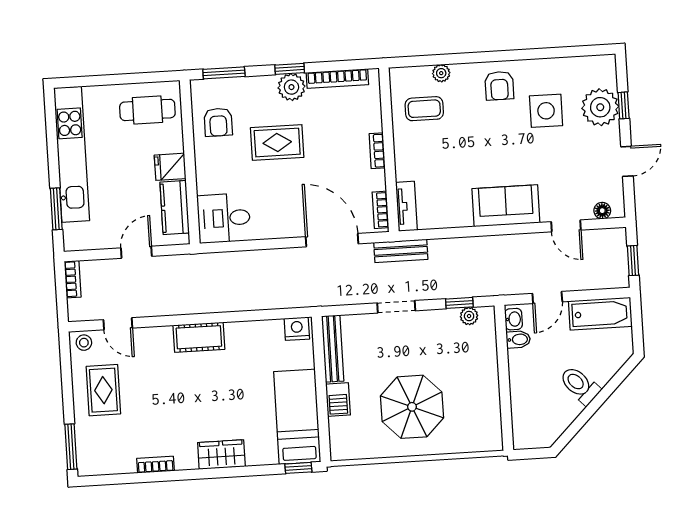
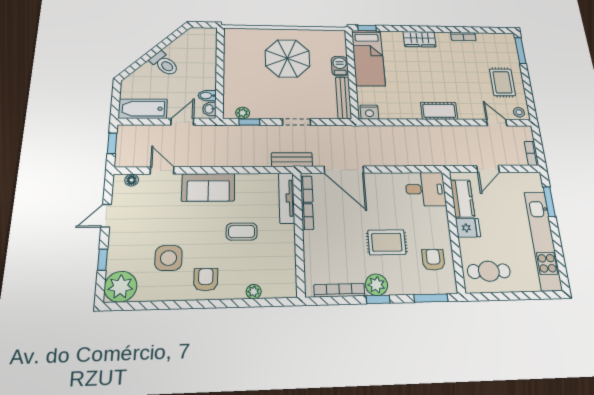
plant: (600, 107) -> (121, 287), moved
coffee table: (424, 109) -> (242, 232), moved
bookcase: (377, 151) -> (308, 217), moved
tv unit: (406, 206) -> (287, 198), width x1.41

